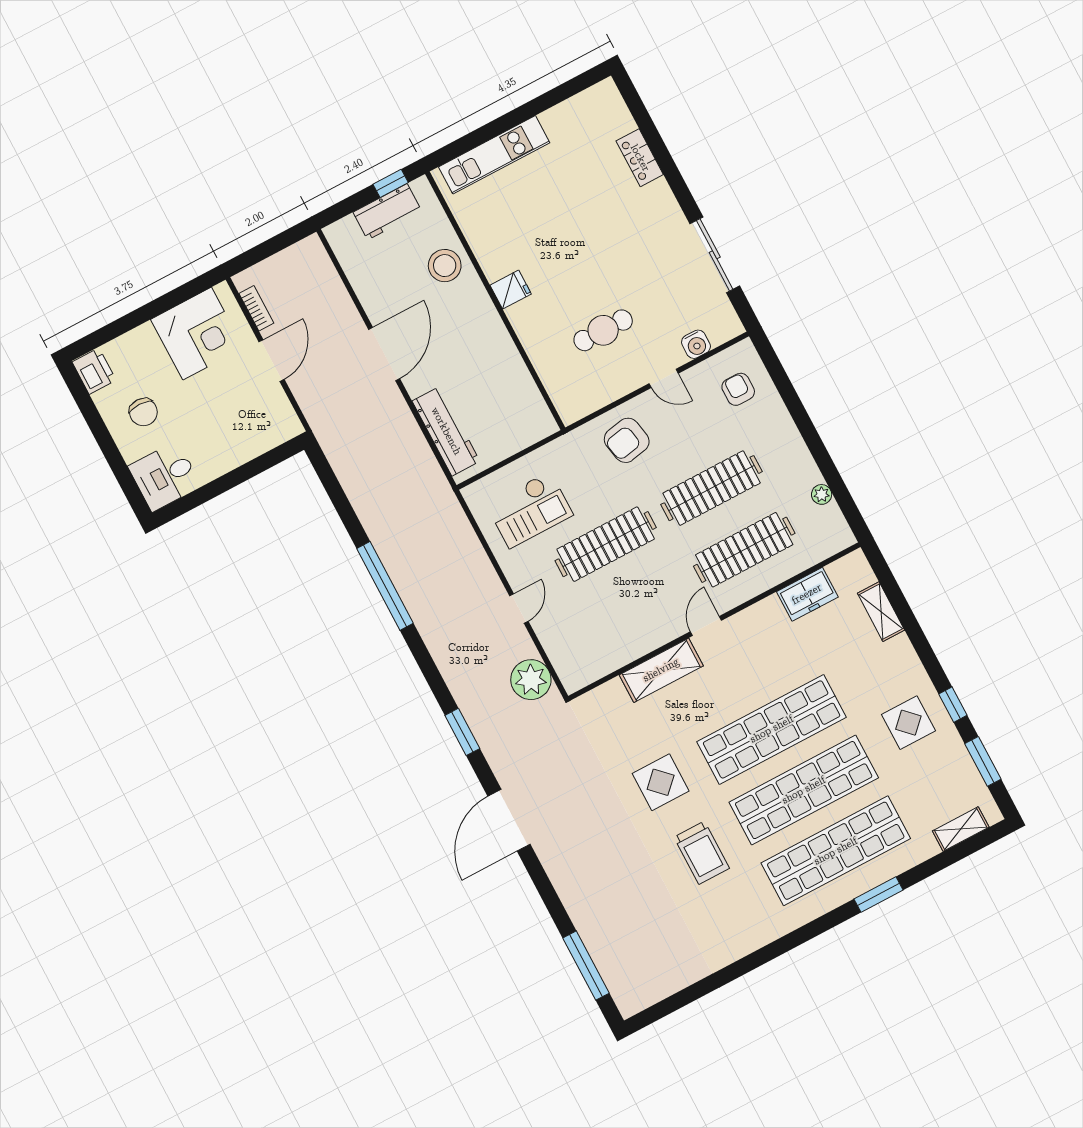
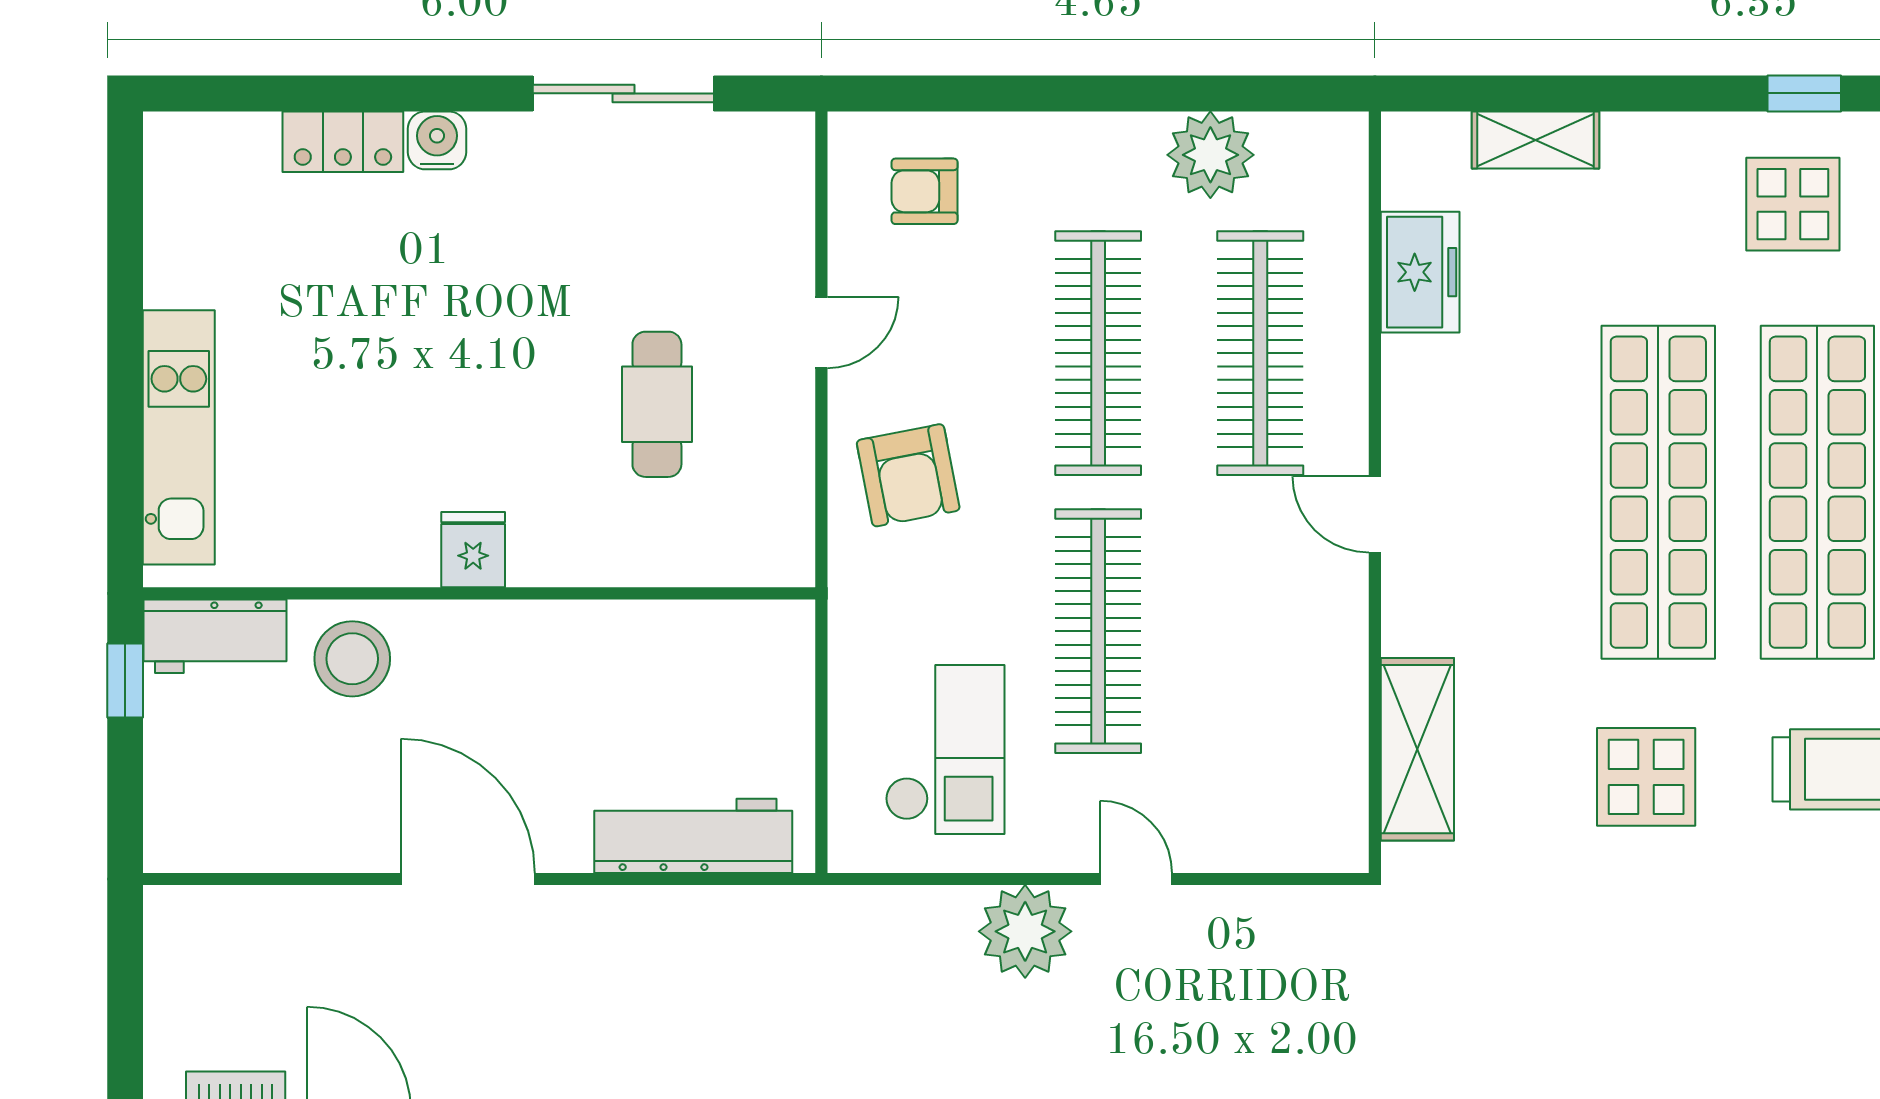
workbench: (387, 212) -> (215, 636), moved, turned 90
water cooler: (696, 344) -> (437, 140), moved, turned -90
plant: (822, 494) -> (1210, 155), width x1.87, depth x1.87
shelving: (661, 670) -> (1417, 749), moved
plant: (531, 680) -> (1025, 931), moved

